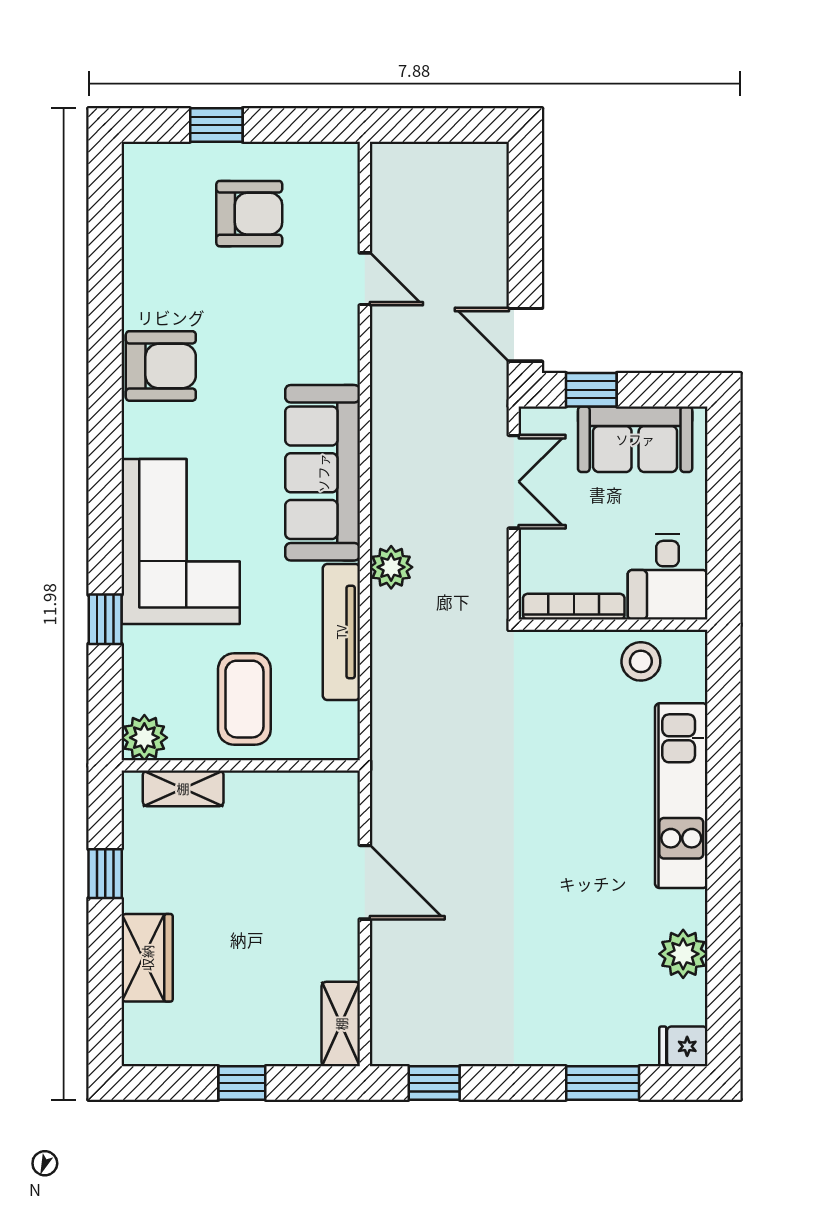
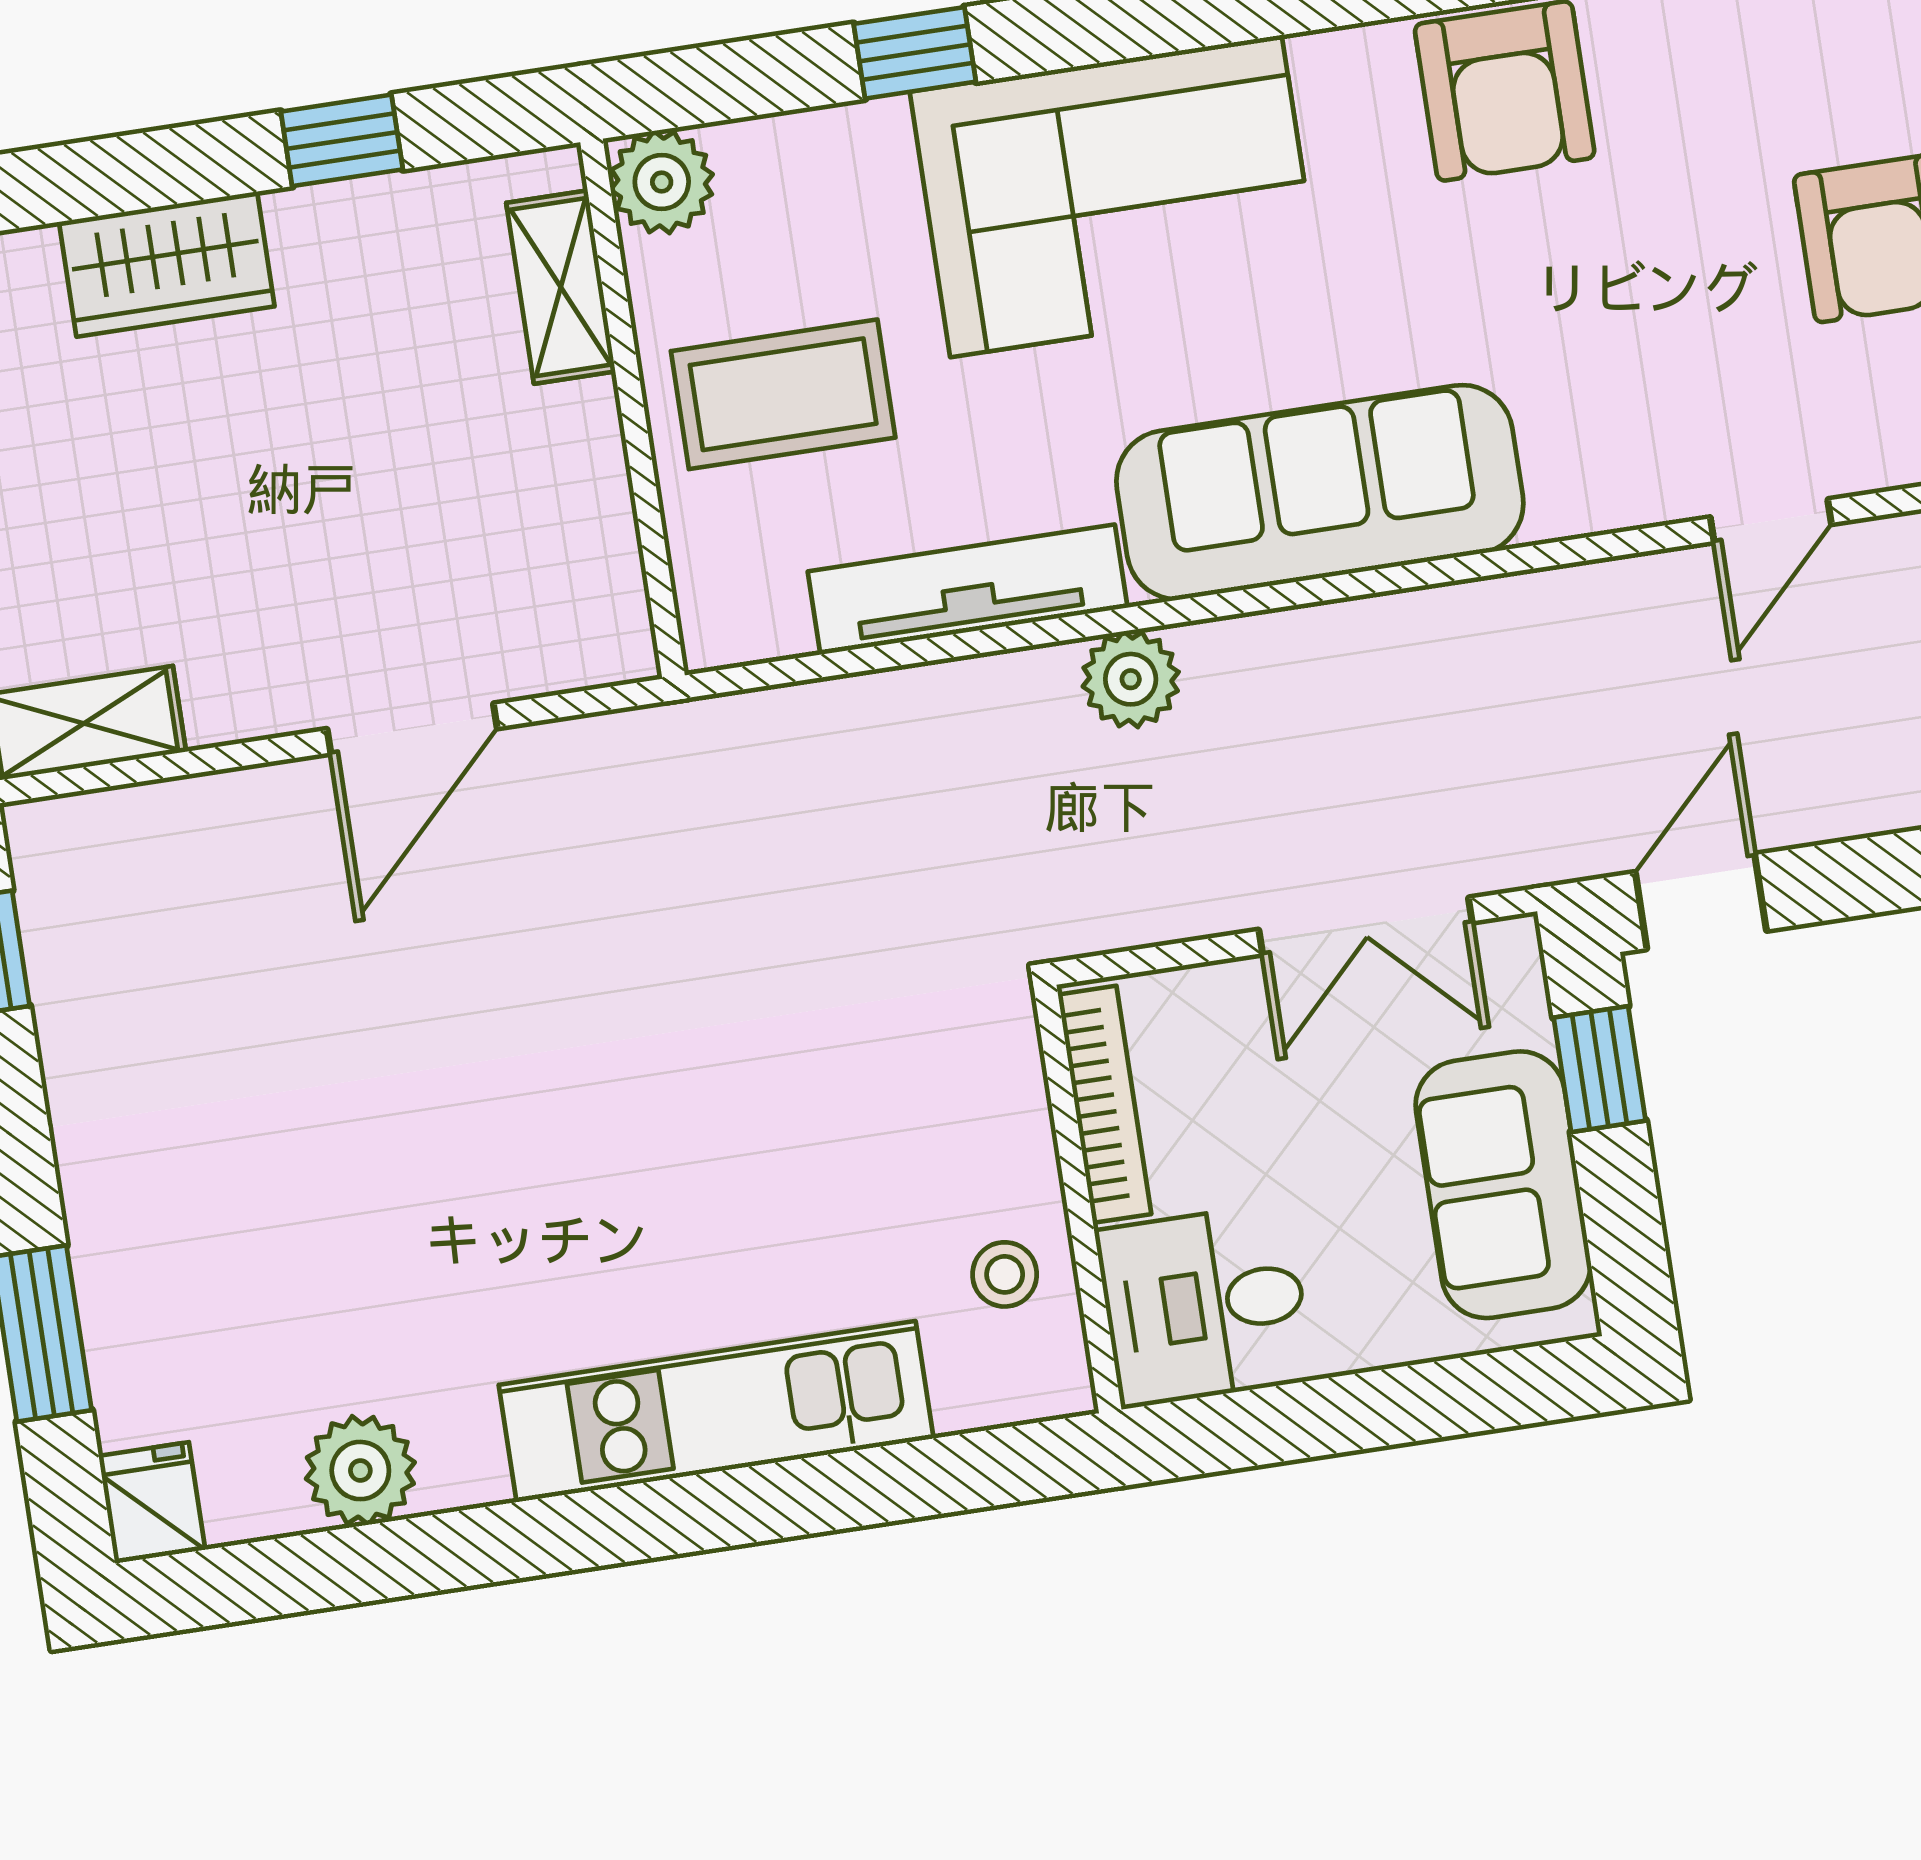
stool: (641, 661) -> (1005, 1274), width x0.73, depth x0.73

